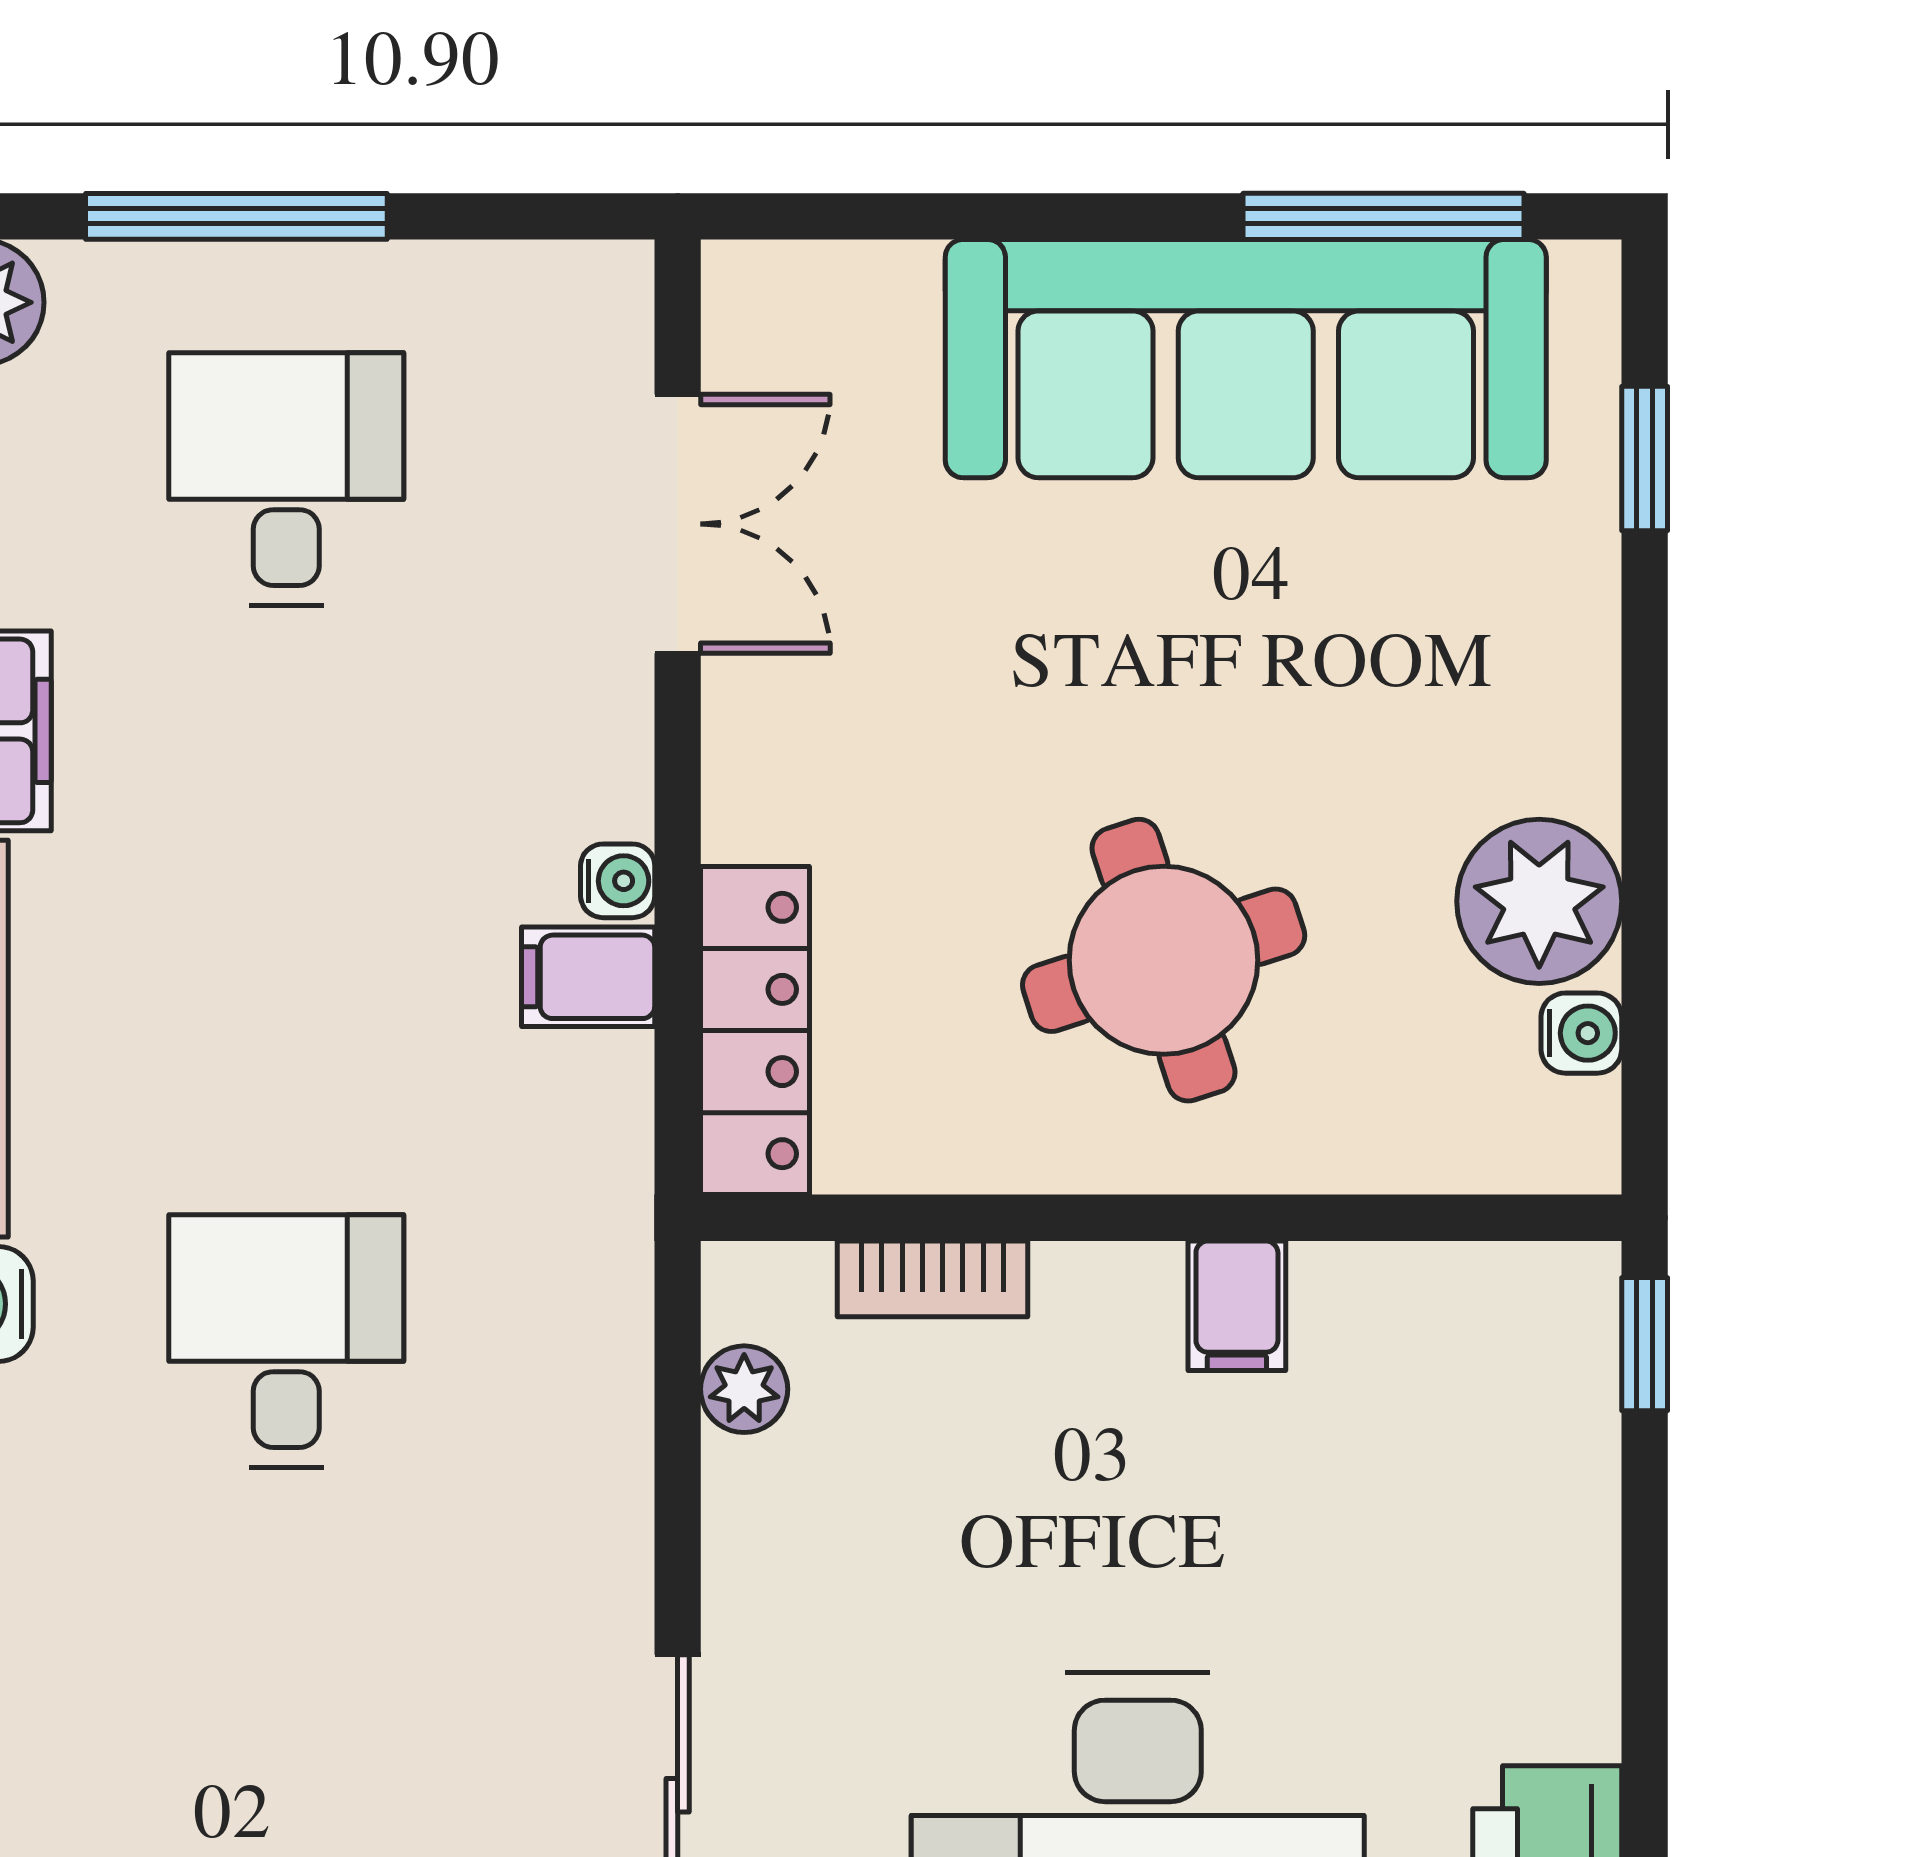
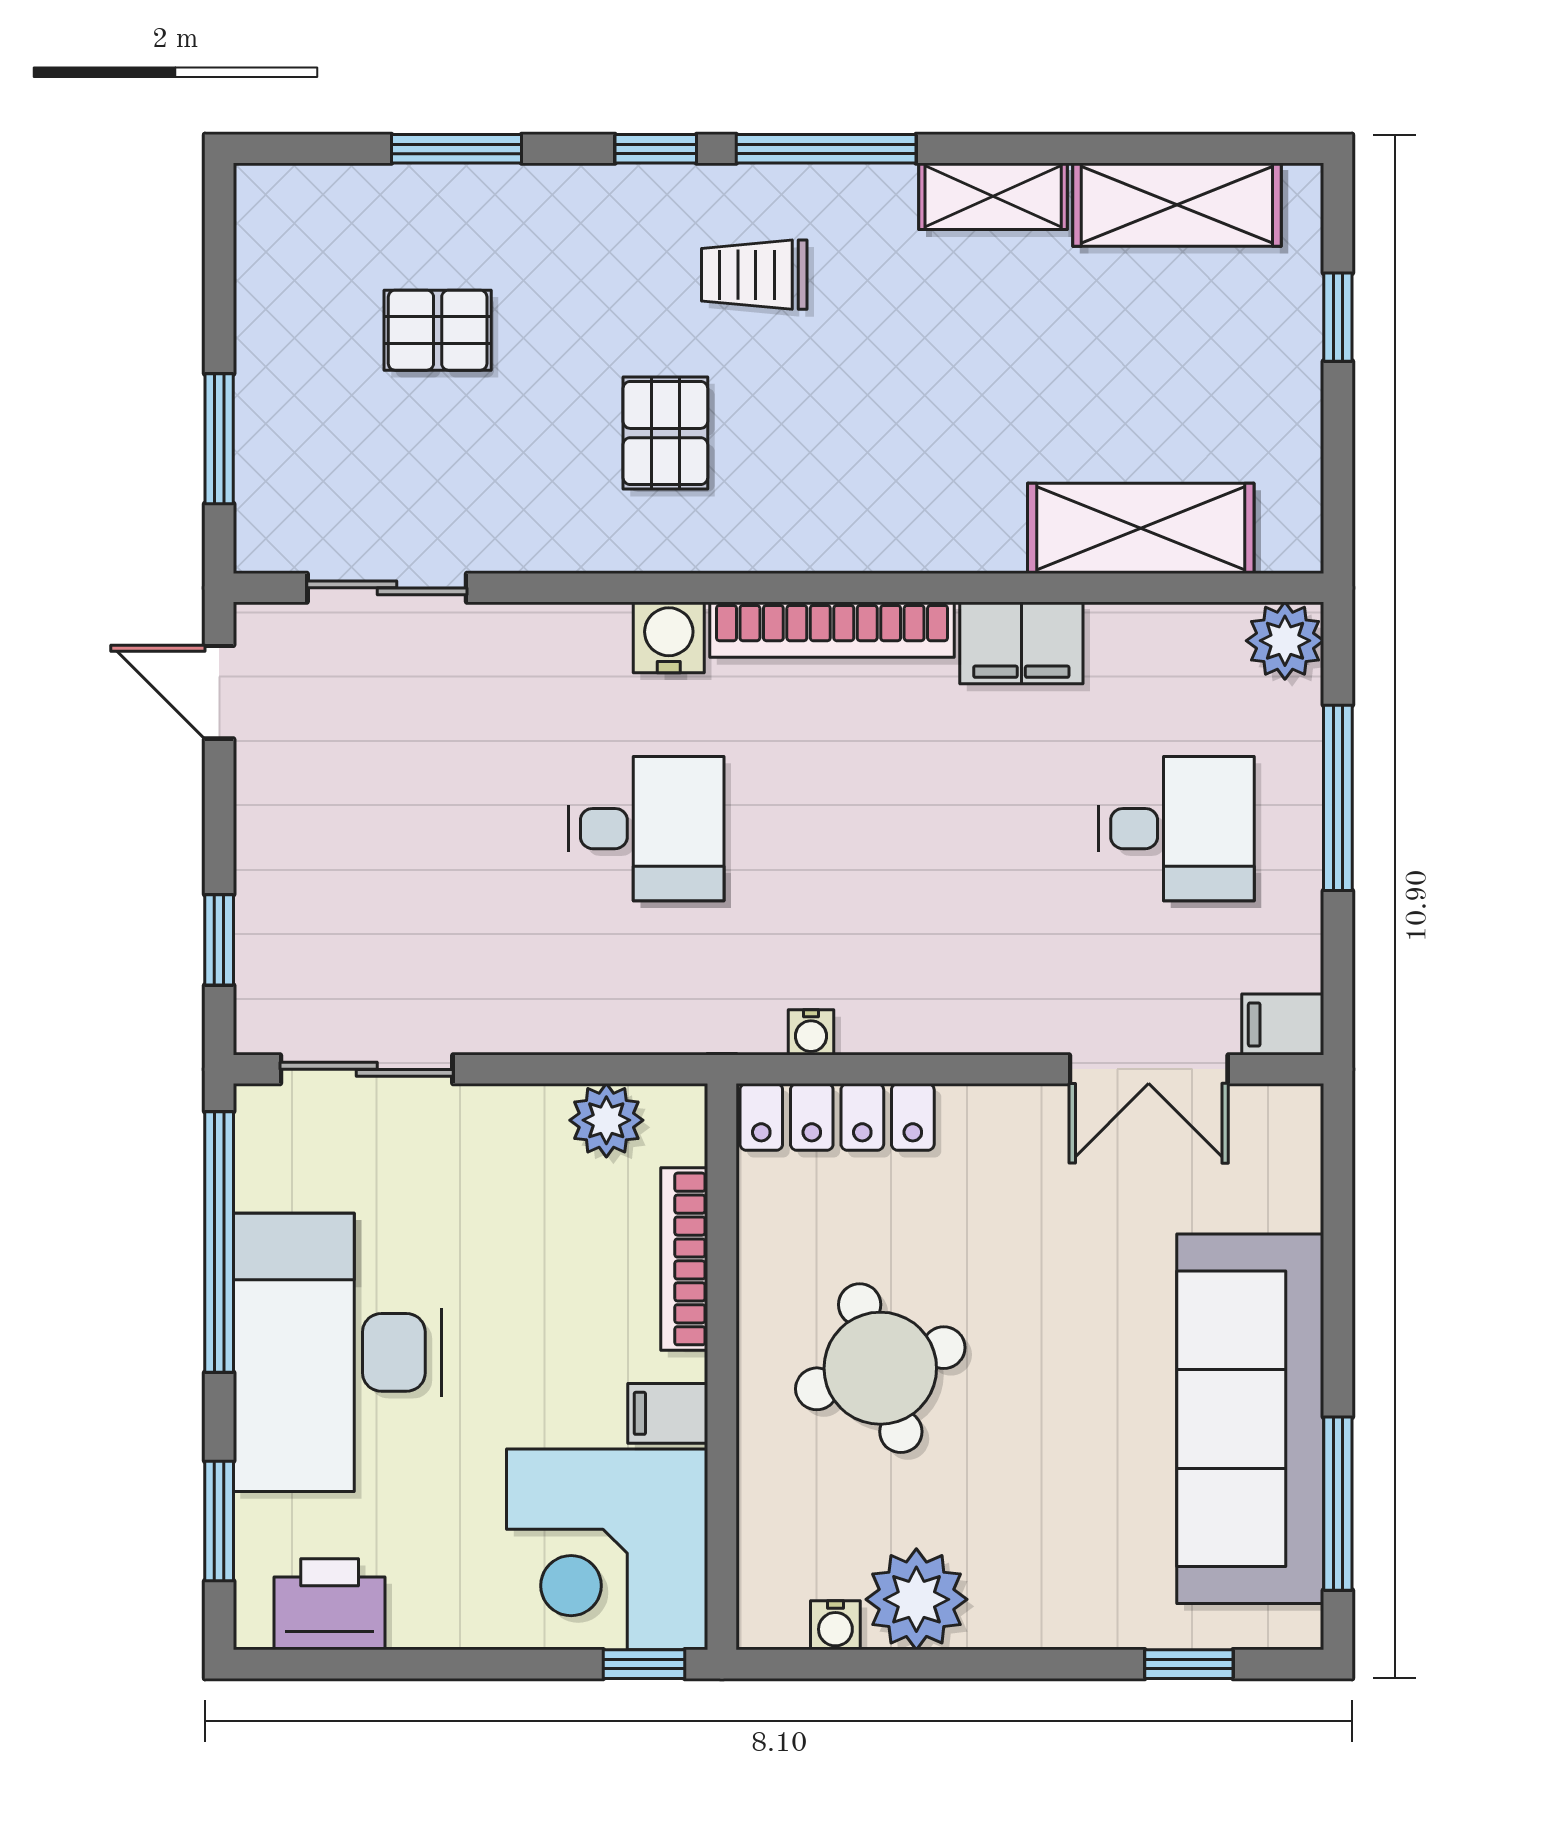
water cooler: (618, 881) -> (811, 1032), moved
filing cabinet: (588, 977) -> (1283, 1024), moved, turned -90
bookcase: (932, 1279) -> (684, 1259), width x1.56
plant: (744, 1389) -> (606, 1120), width x1.38, depth x1.38
corner desk: (1458, 1404) -> (607, 1549), added

